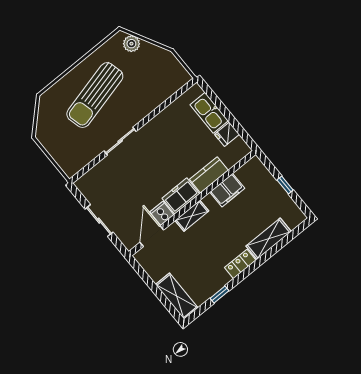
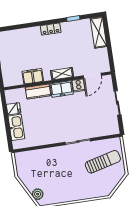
sun lounger: (95, 95) -> (103, 162), moved, width x0.73, depth x0.75
shelving: (269, 239) -> (26, 34), removed

